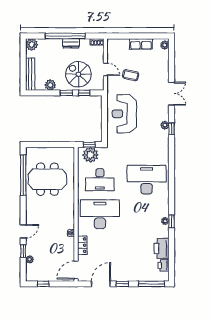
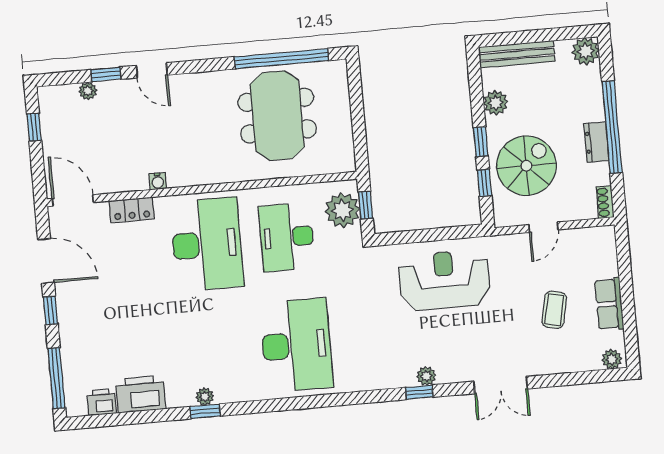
coffee table: (131, 75) -> (554, 310), moved

